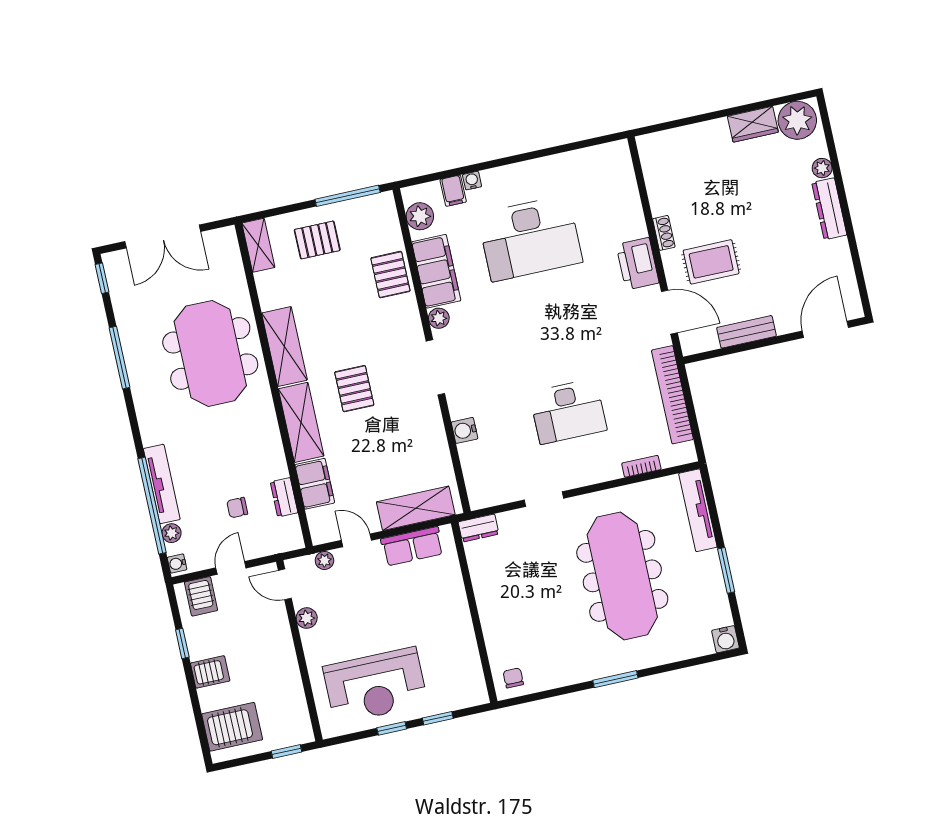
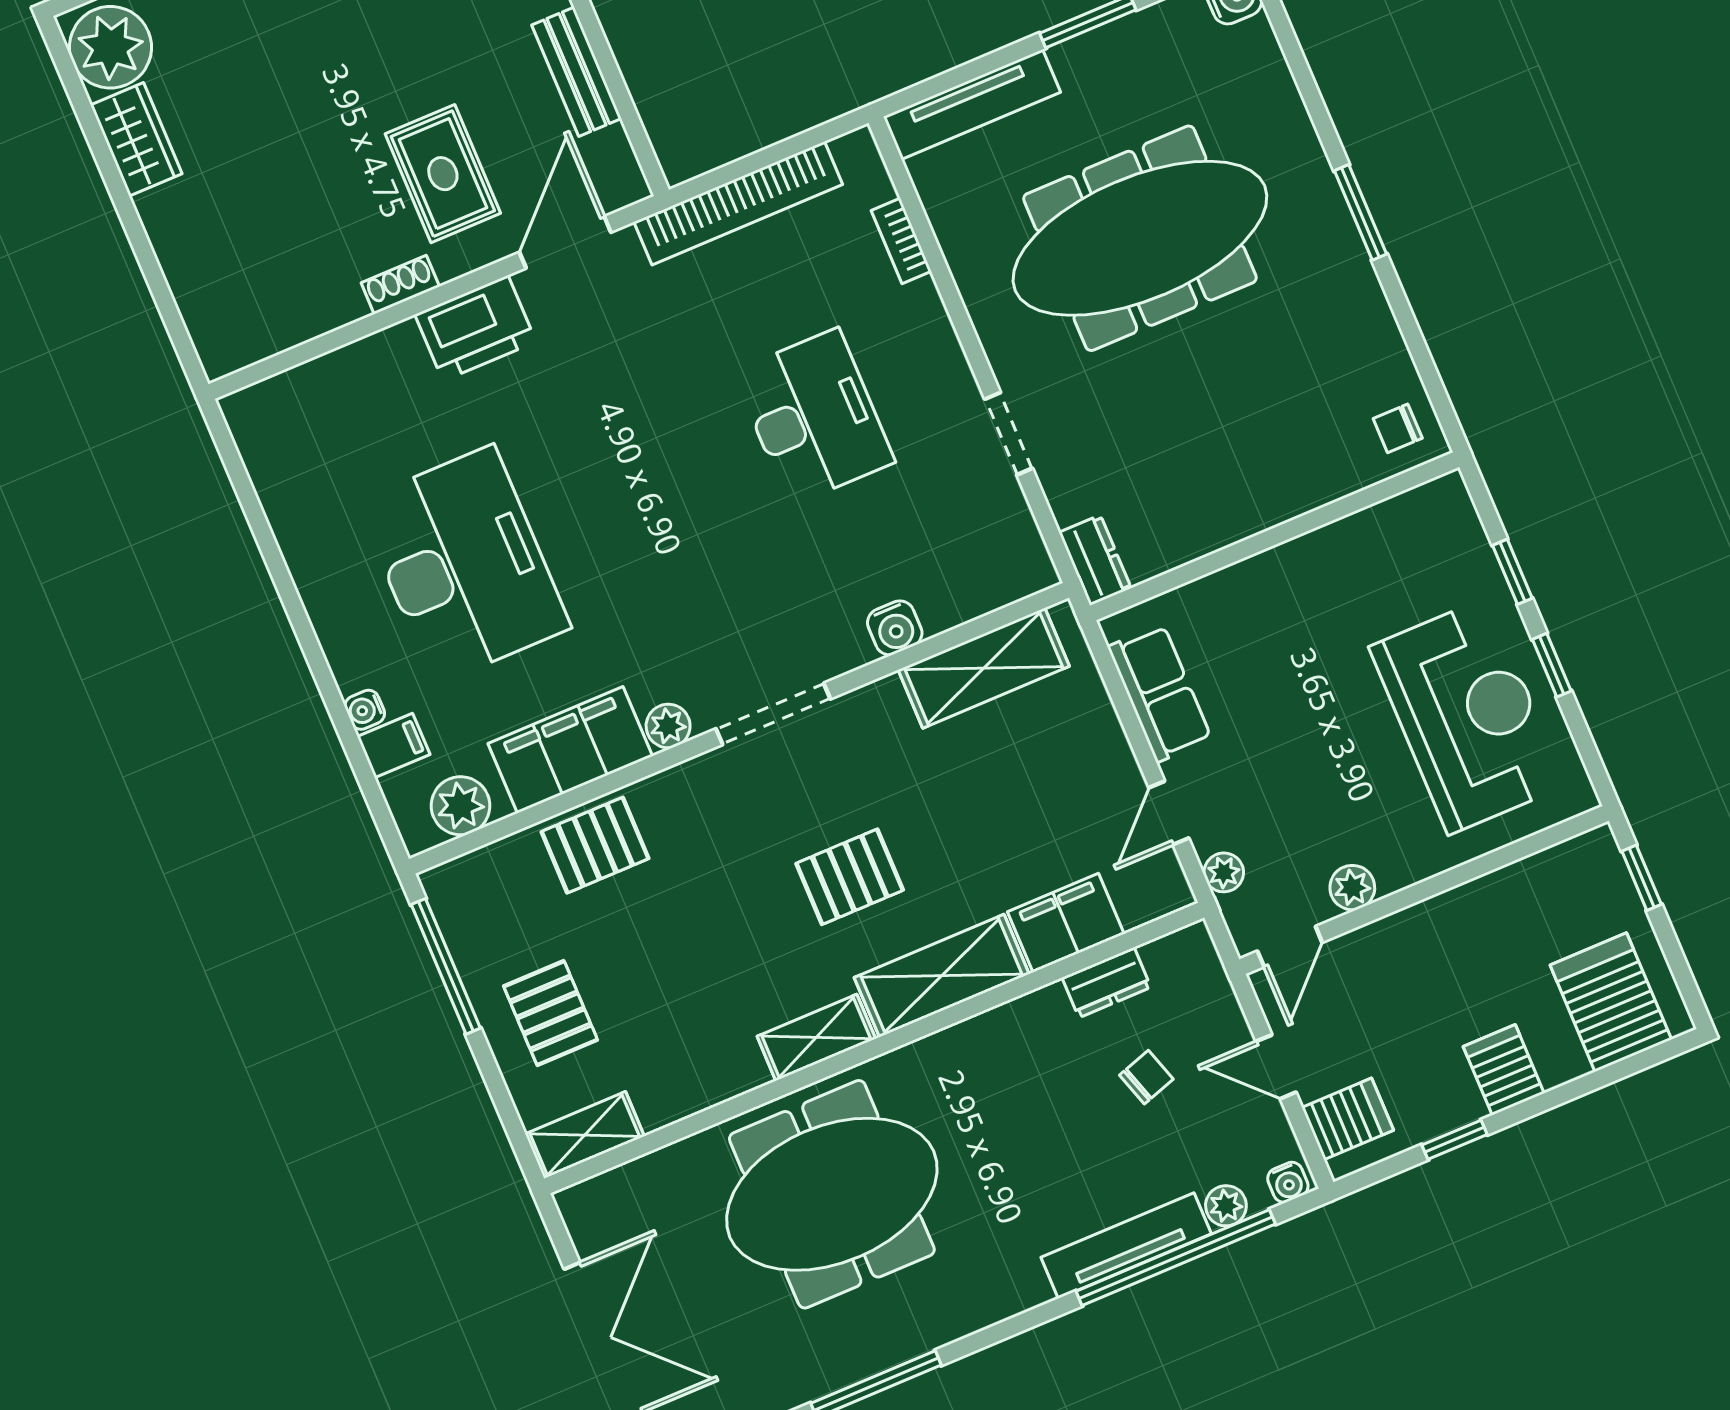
shelving: (284, 347) -> (816, 1038), width x0.67, depth x0.75
chair: (237, 508) -> (1146, 1077), turned -108
shelving: (416, 508) -> (984, 668), moved, turned 90

